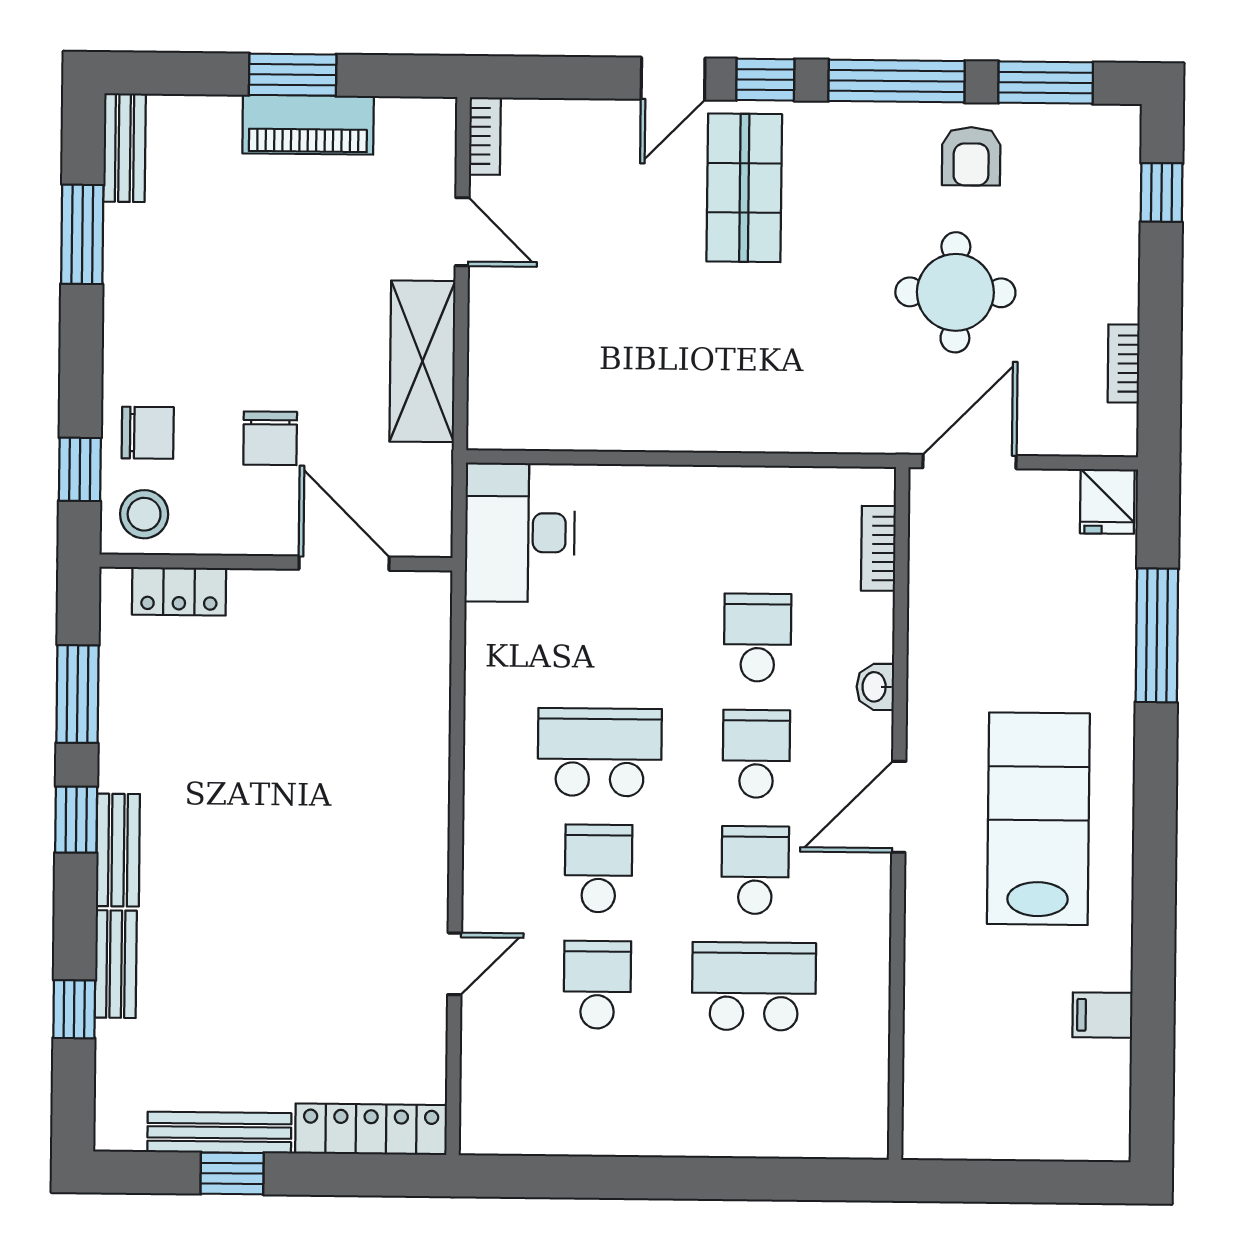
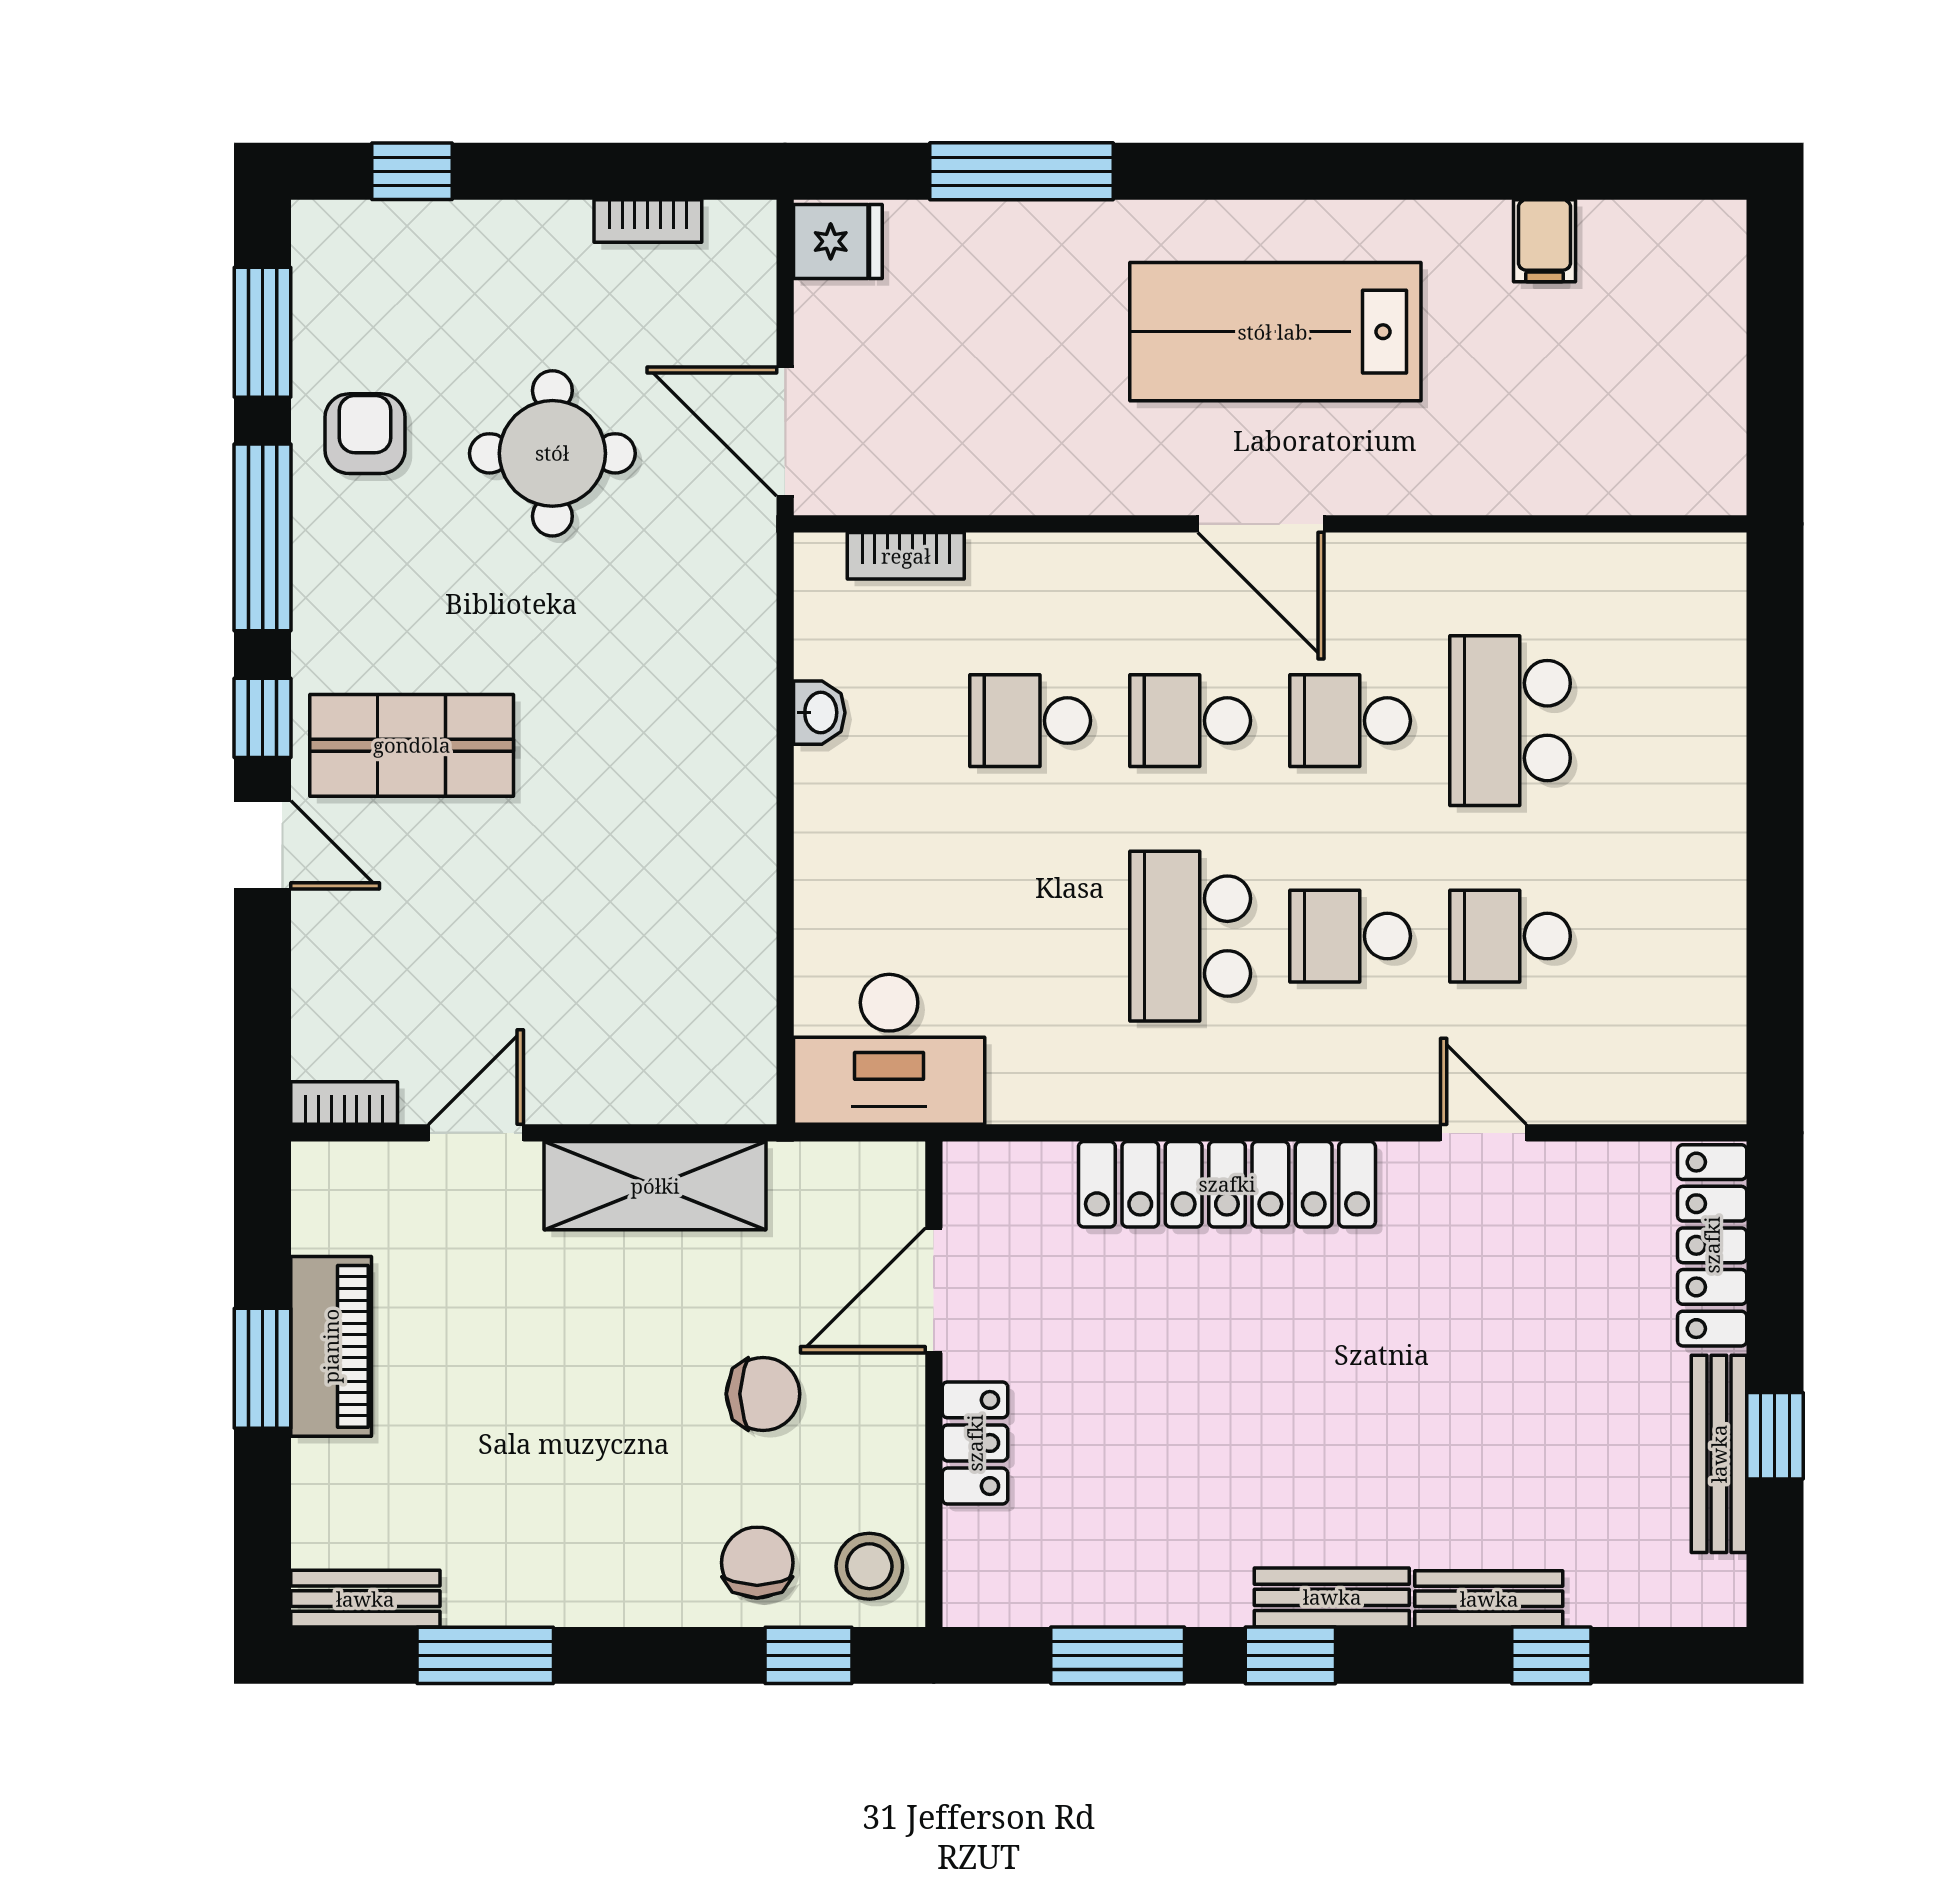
armchair: (971, 156) -> (365, 434), turned -90
locker: (179, 591) -> (975, 1443), moved
washbasin: (875, 687) -> (819, 713), moved, turned -90
locker: (419, 777) -> (1227, 1184), added

